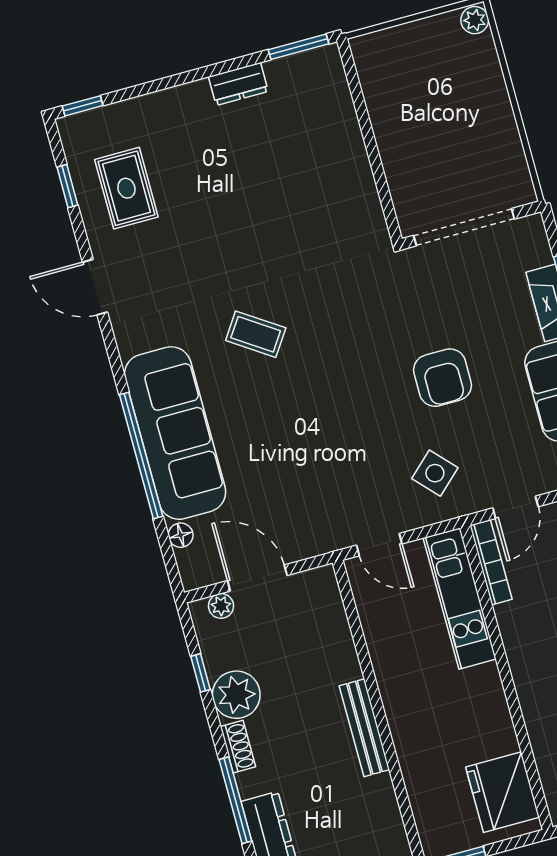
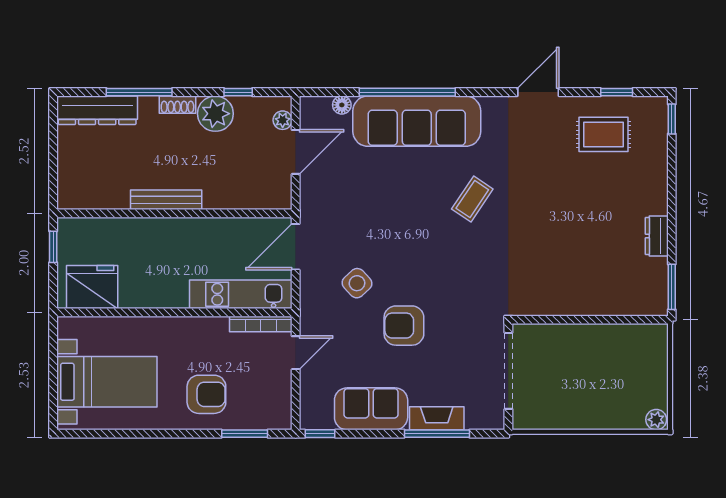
side table: (435, 473) -> (357, 283), moved
door: (515, 507) -> (296, 353), swing flipped
door: (379, 545) -> (296, 247), width x1.37

